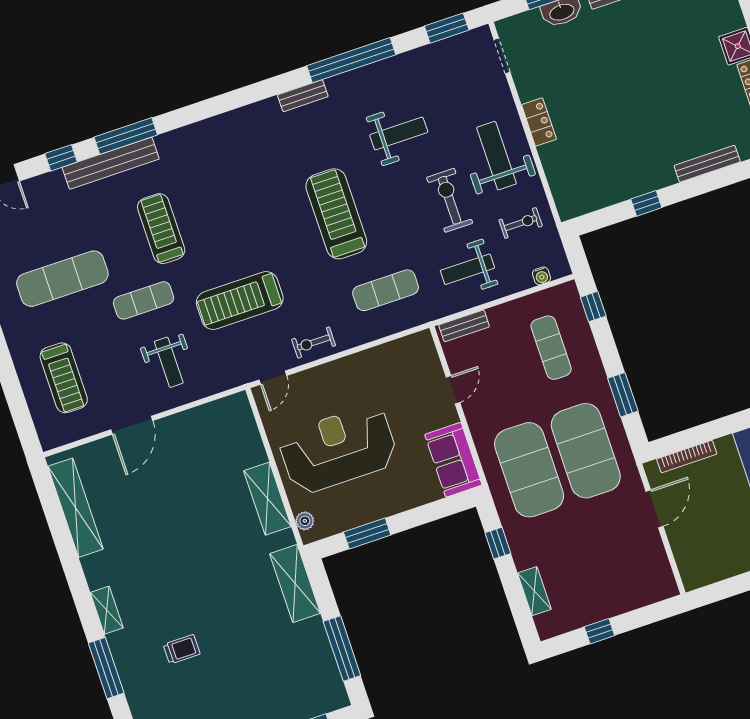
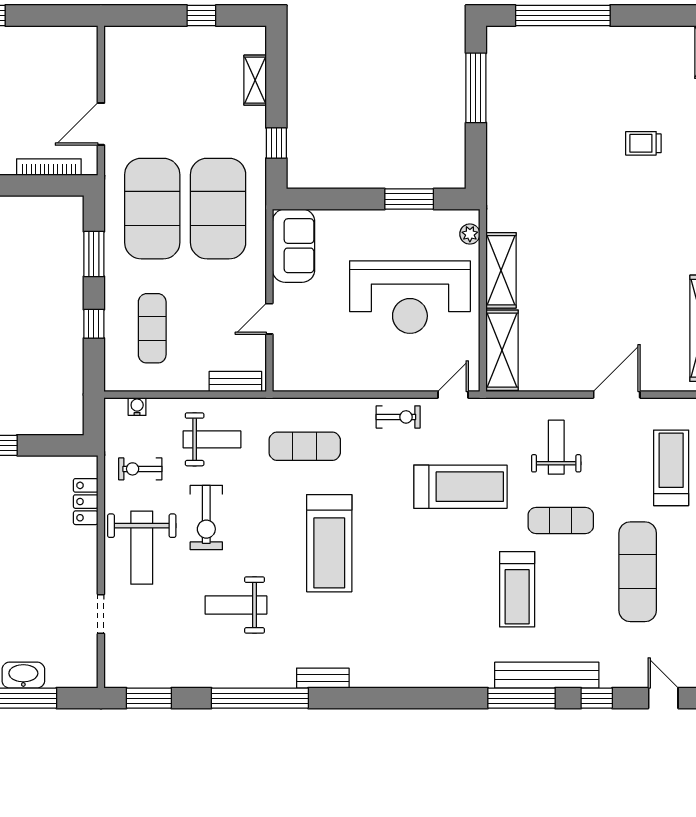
doorway: (502, 56) -> (101, 614), moved
locker: (539, 122) -> (86, 502), moved
exercise mat: (62, 279) -> (638, 572), turned 90
window: (593, 307) -> (94, 324), moved
shelving: (295, 584) -> (502, 350), moved

